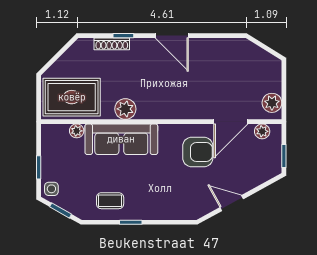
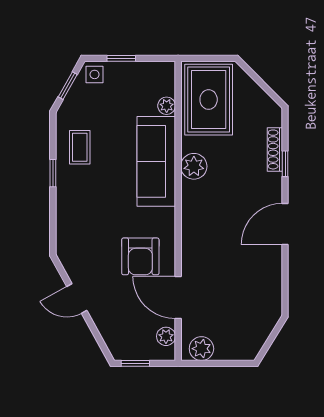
door: (232, 203) -> (77, 299), swing flipped

